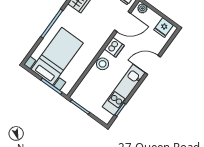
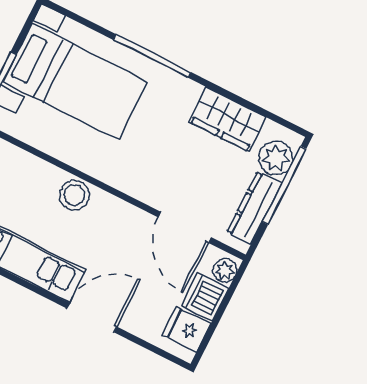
dishwasher: (114, 47) -> (205, 297), moved, turned 90
door: (153, 65) -> (92, 318), hinge flipped

